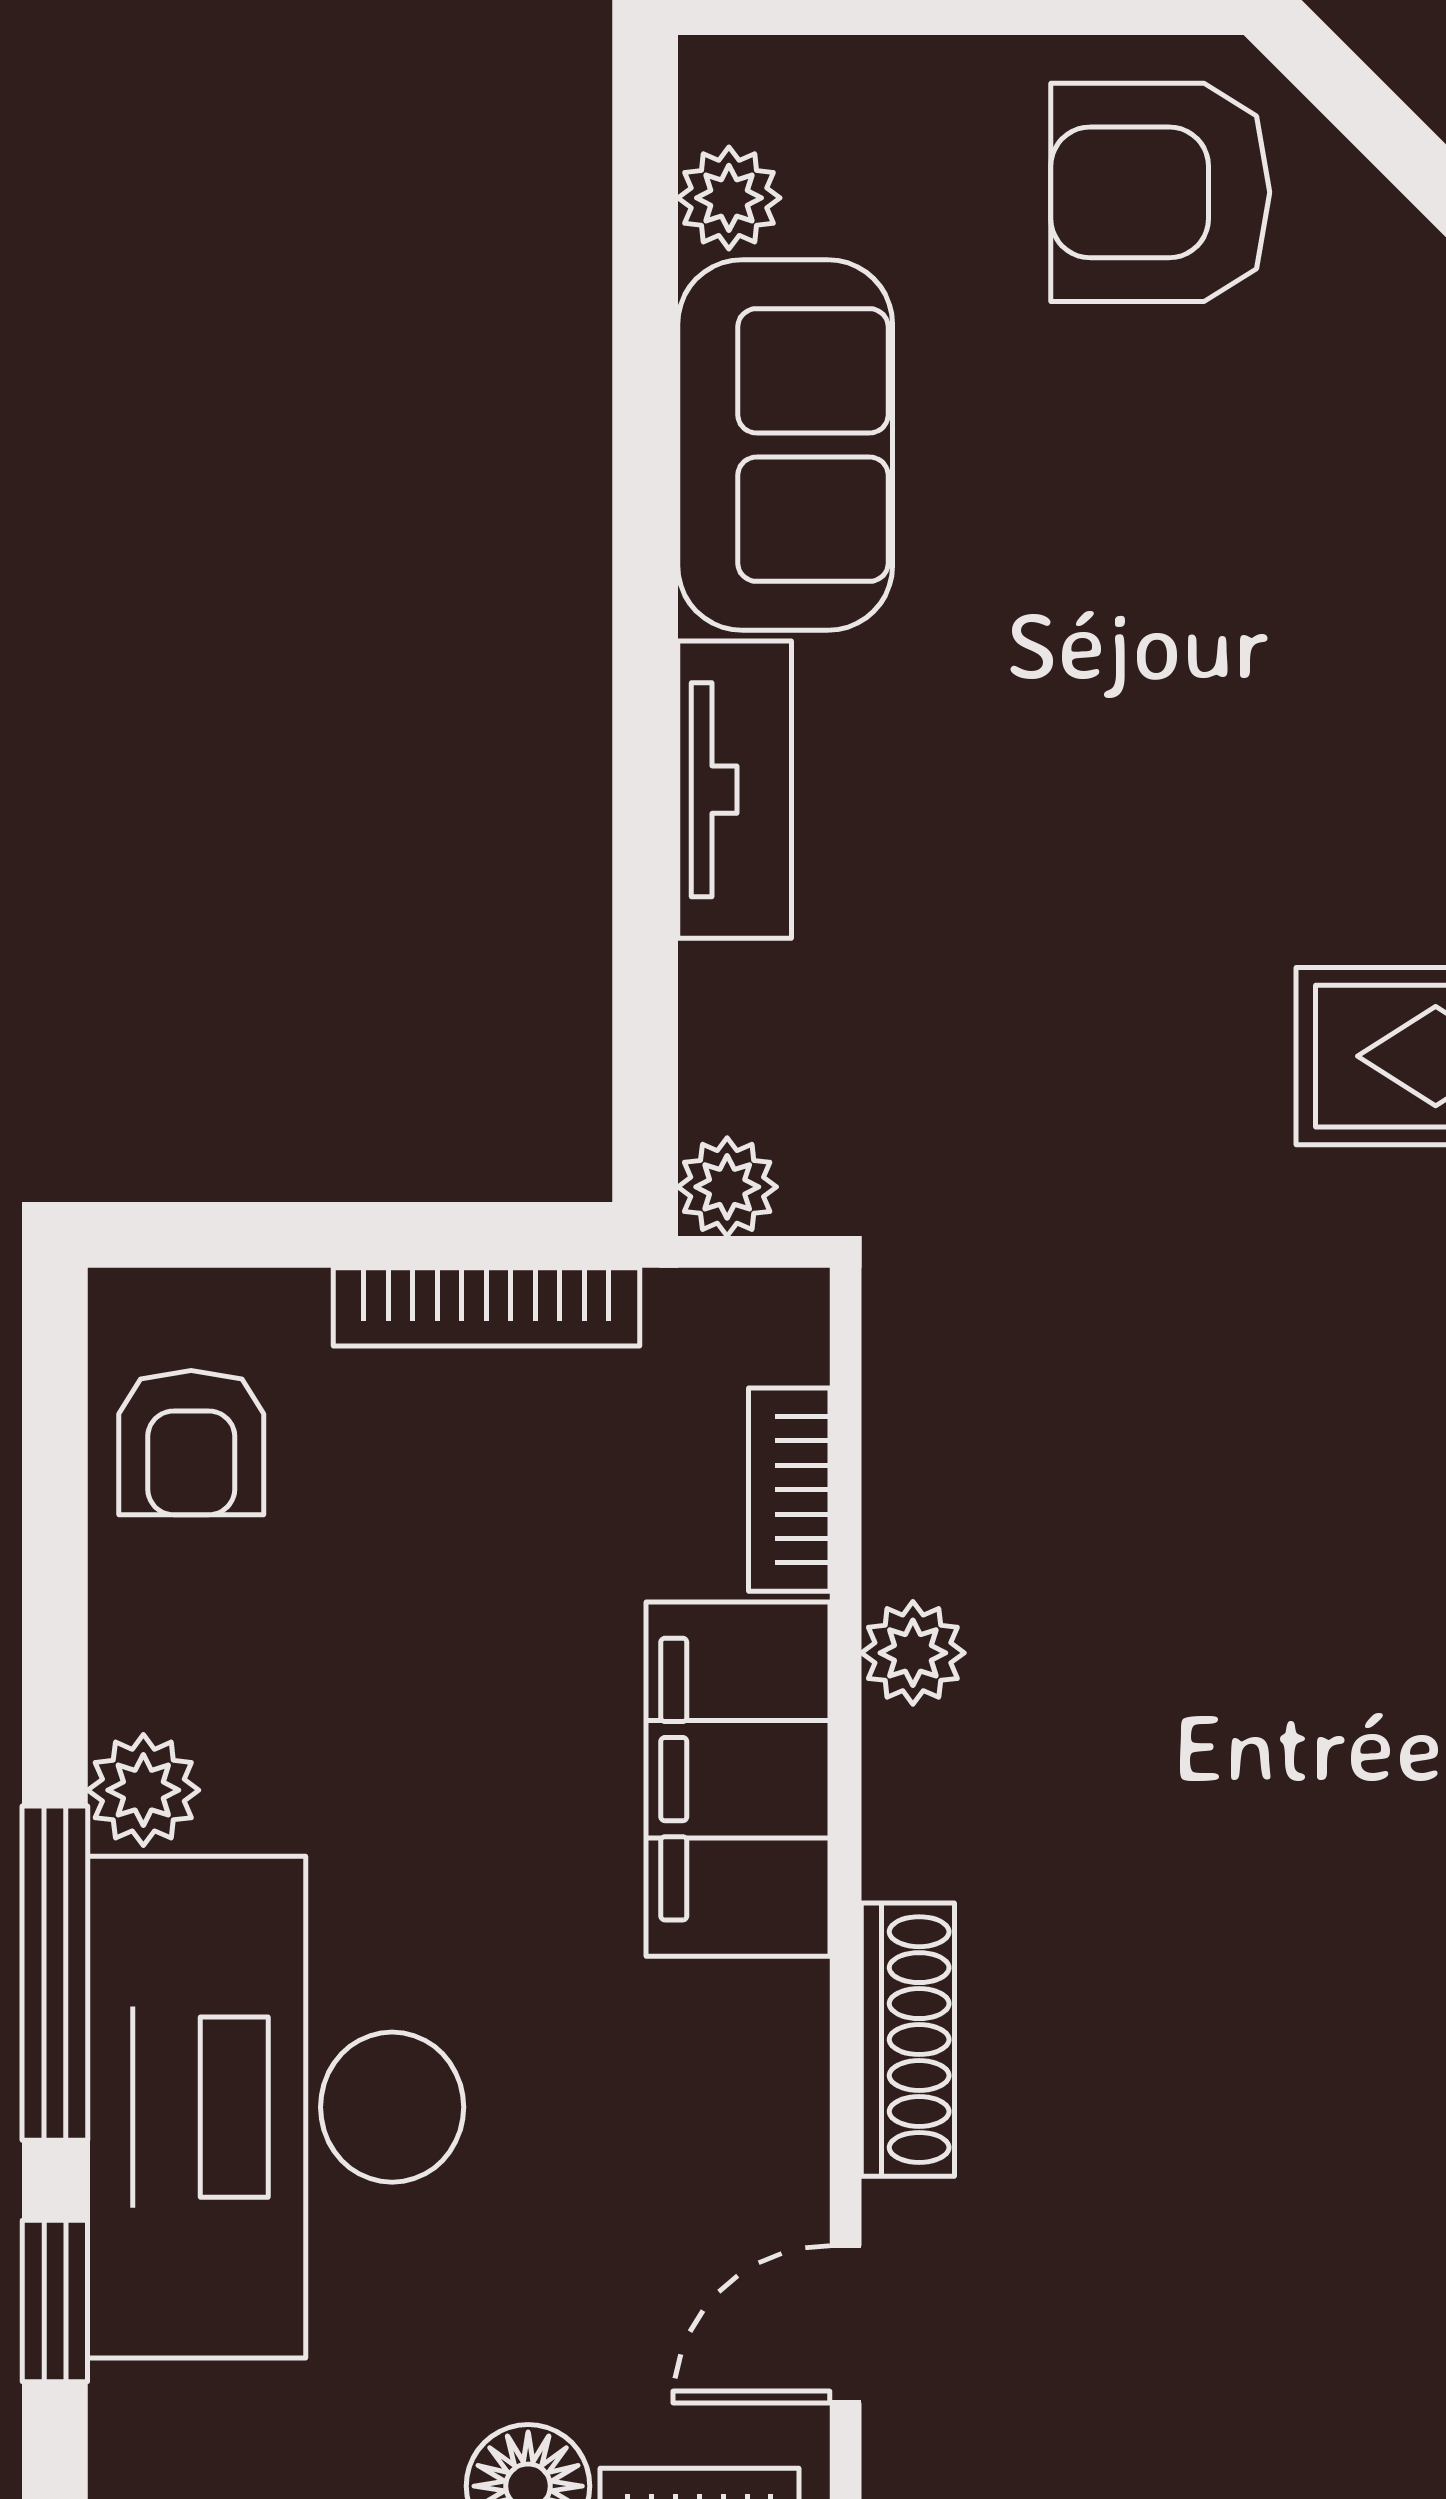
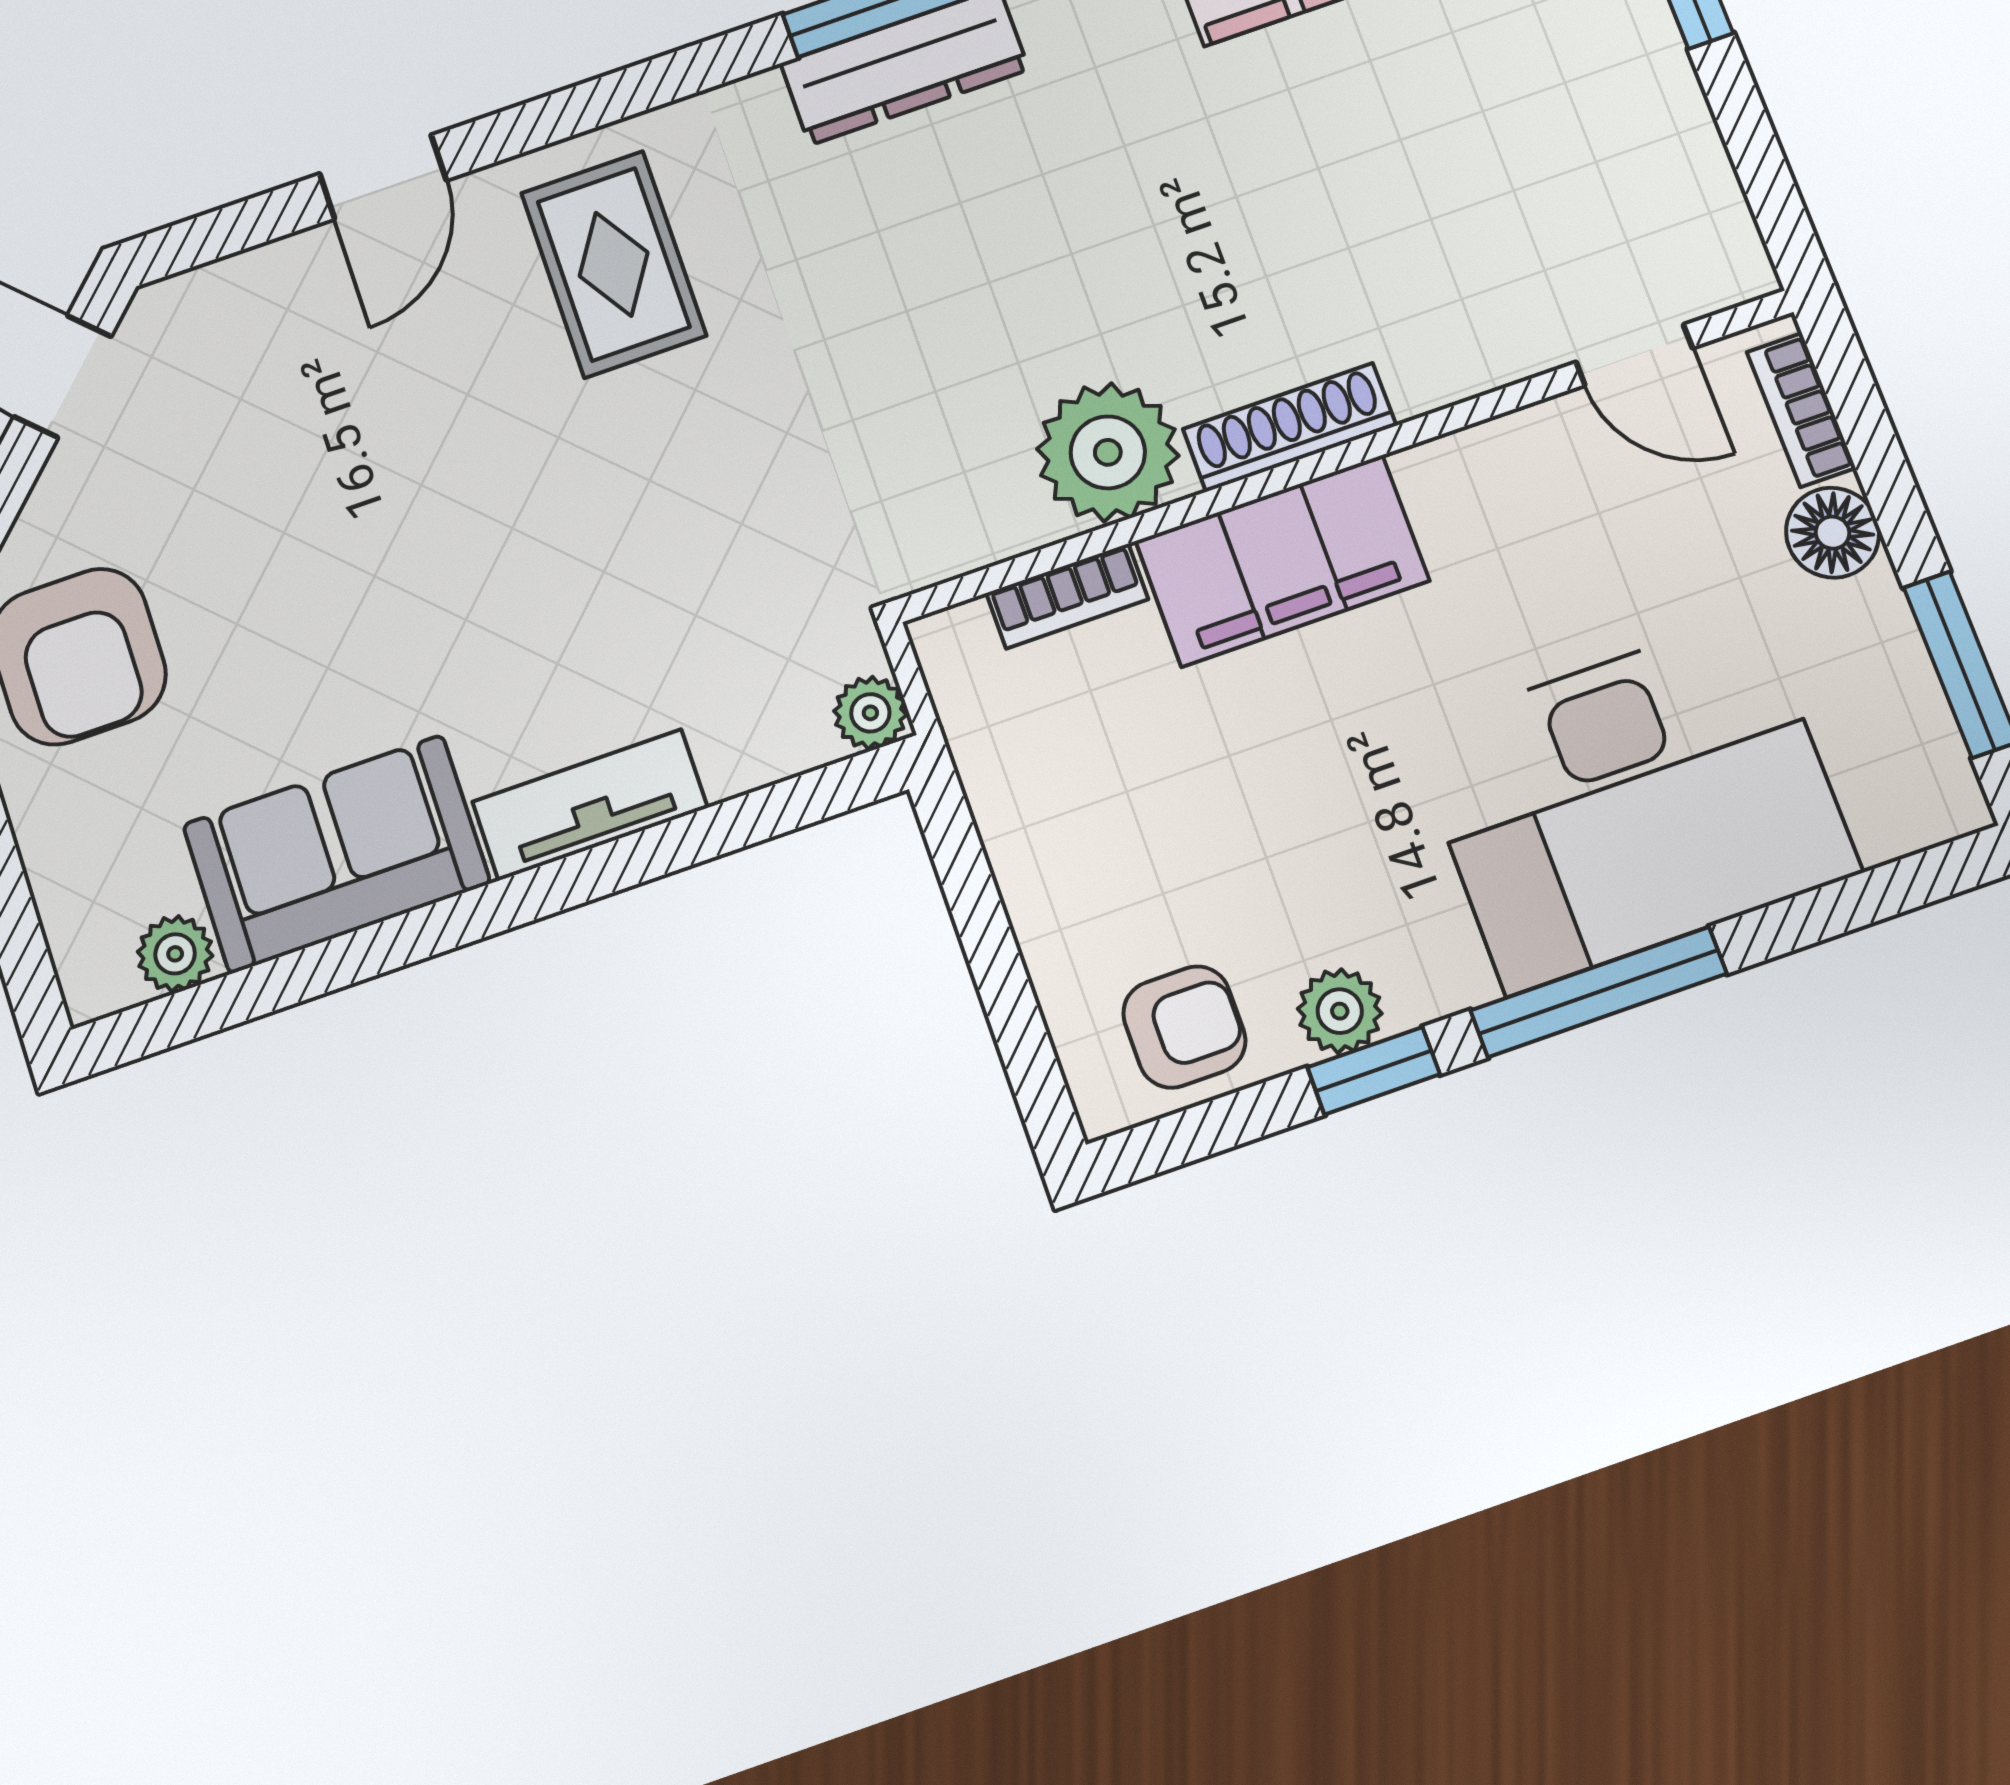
bookcase: (486, 1307) -> (1014, 851), removed
plant: (913, 1653) -> (1108, 452), width x1.87, depth x1.87
plant: (143, 1790) -> (1340, 1011), moved
shoe rack: (908, 2040) -> (1290, 427), moved
window: (55, 2301) -> (1374, 1071), moved

